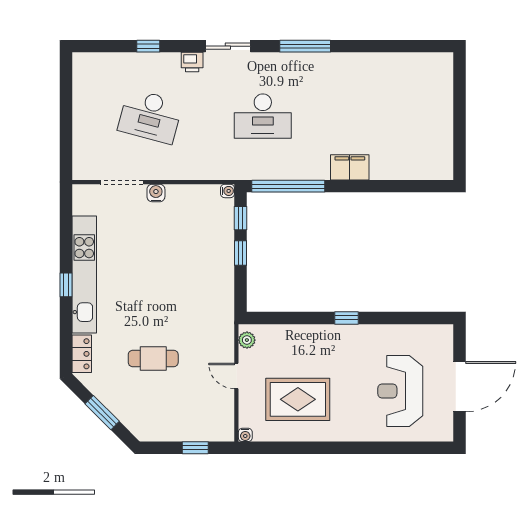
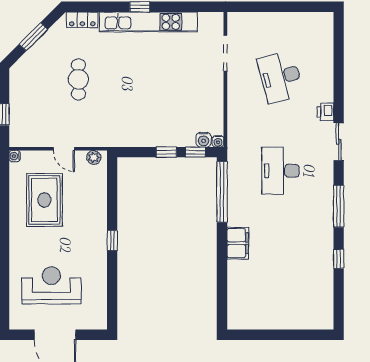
window: (148, 46) -> (339, 259), moved
desk: (150, 116) -> (280, 77), turned -30
water cooler: (156, 193) -> (204, 140), moved, turned 90
door: (236, 376) -> (64, 149), swing flipped

